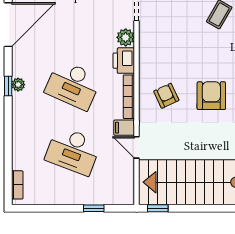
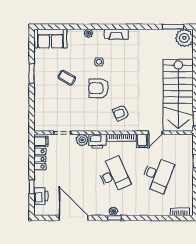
desk: (73, 85) -> (114, 175), turned -48
armchair: (211, 96) -> (99, 88), moved

